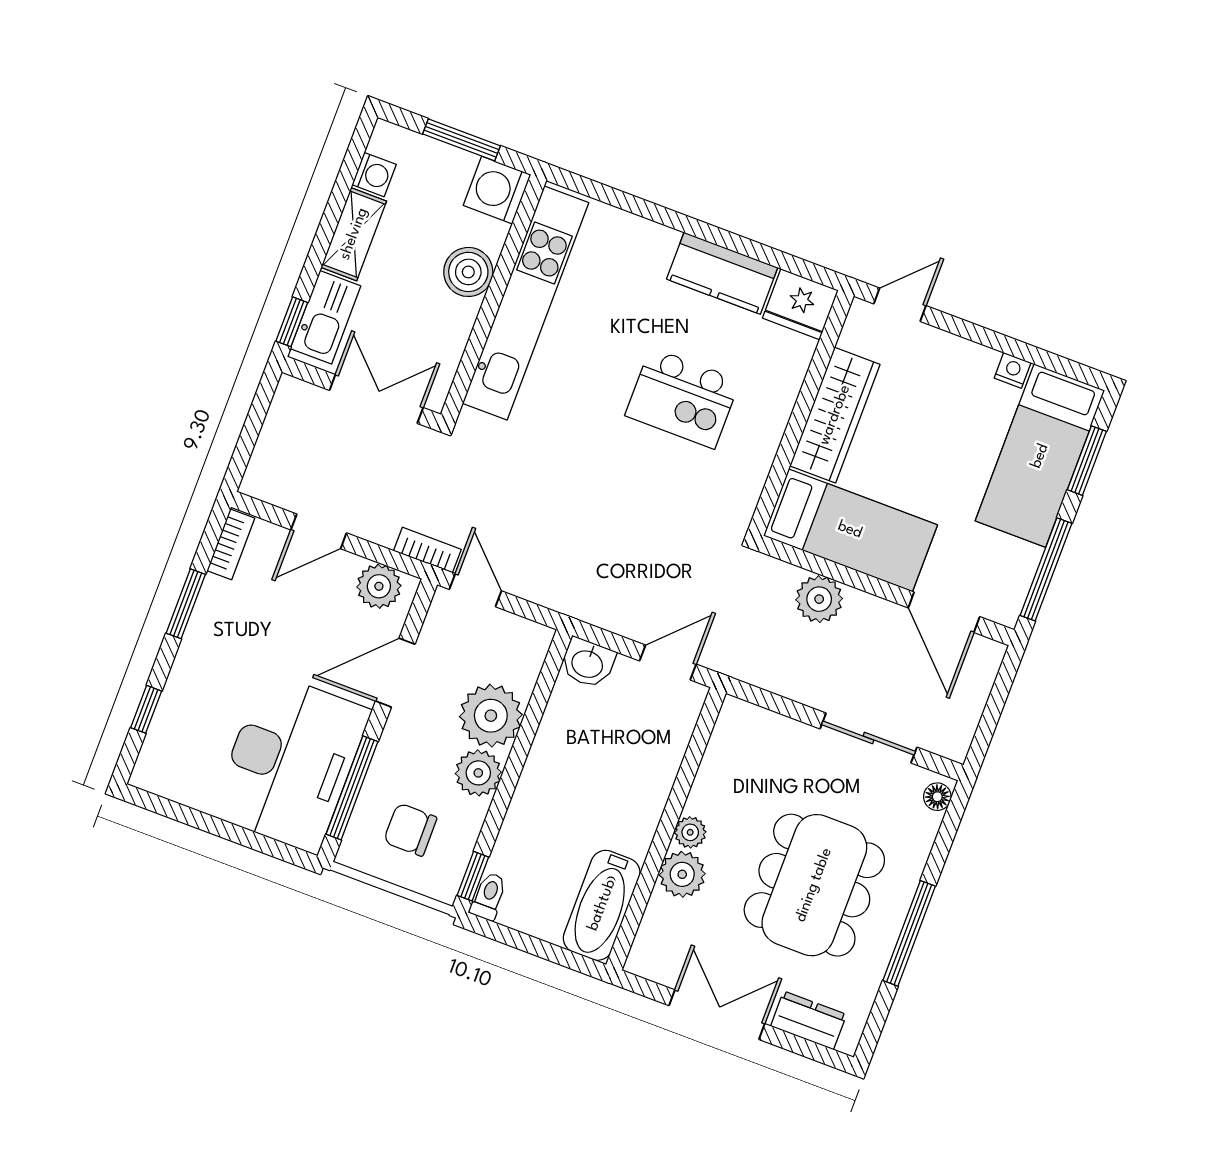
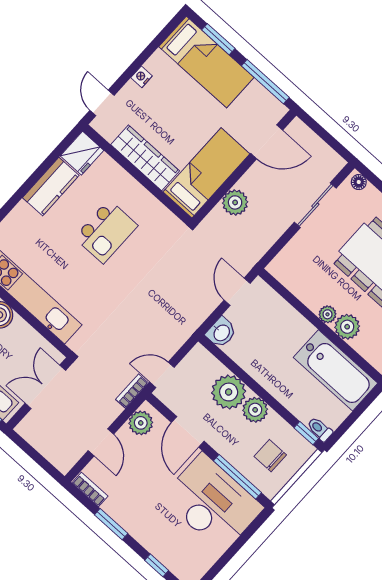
nightstand: (1013, 370) -> (142, 77), moved
chair: (410, 830) -> (270, 456), turned 90
bathtub: (602, 905) -> (336, 370), width x1.36, depth x1.36

